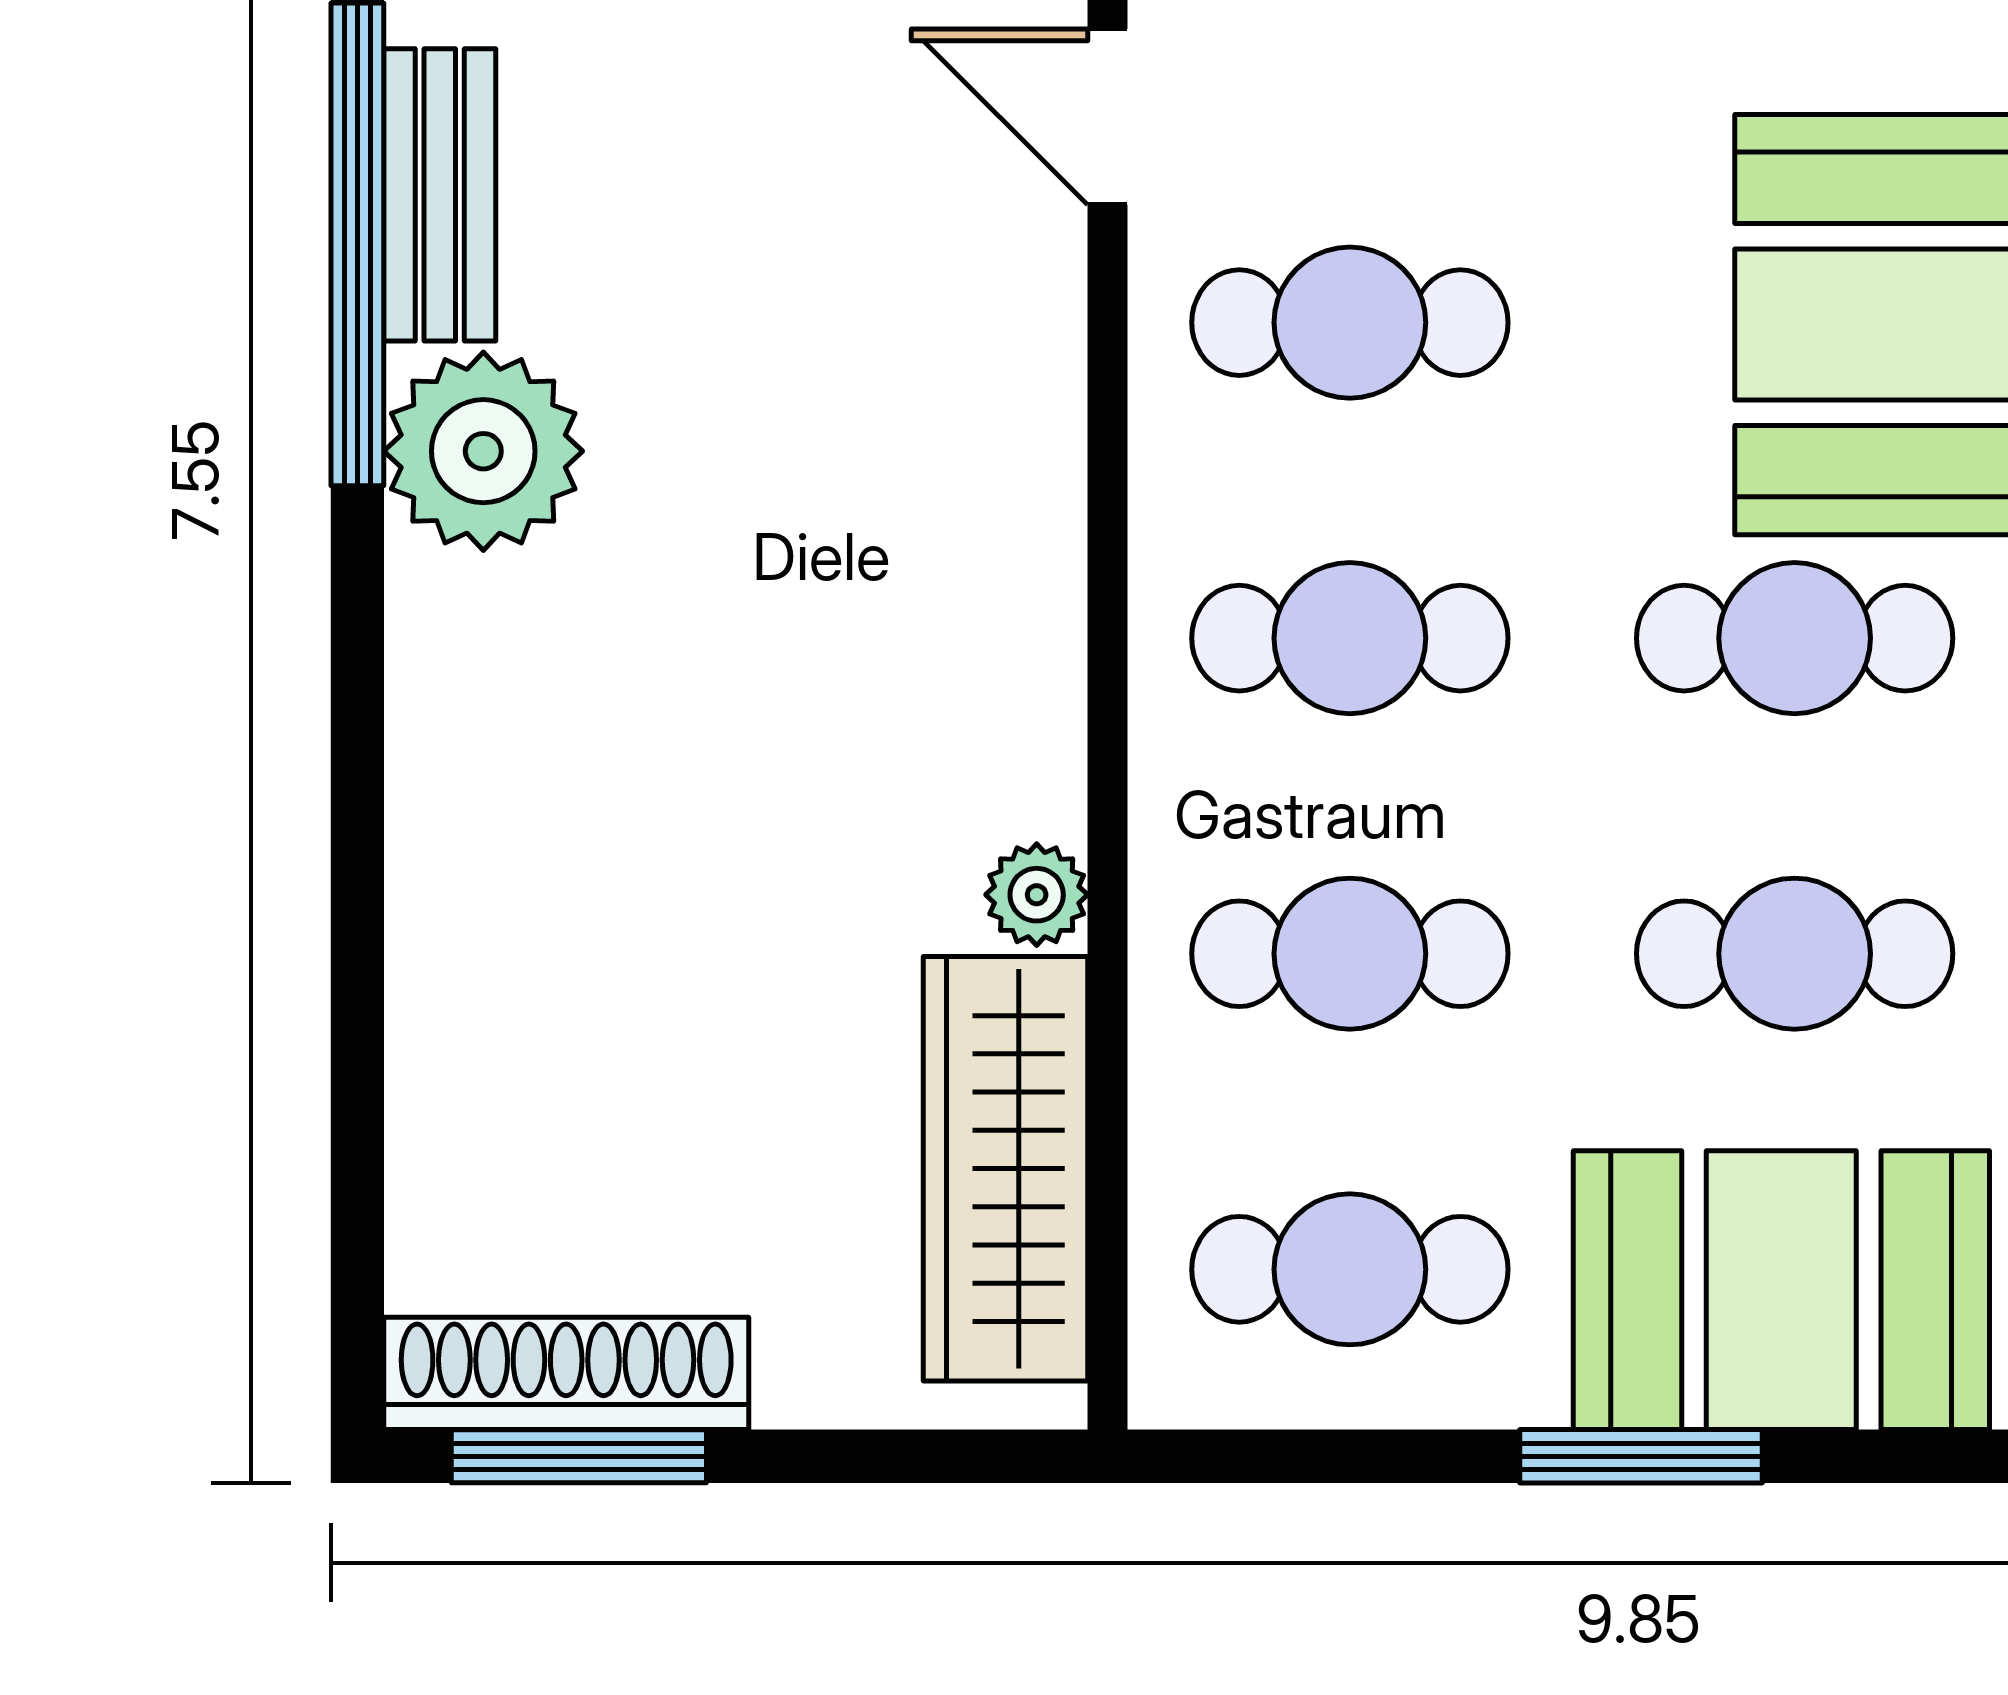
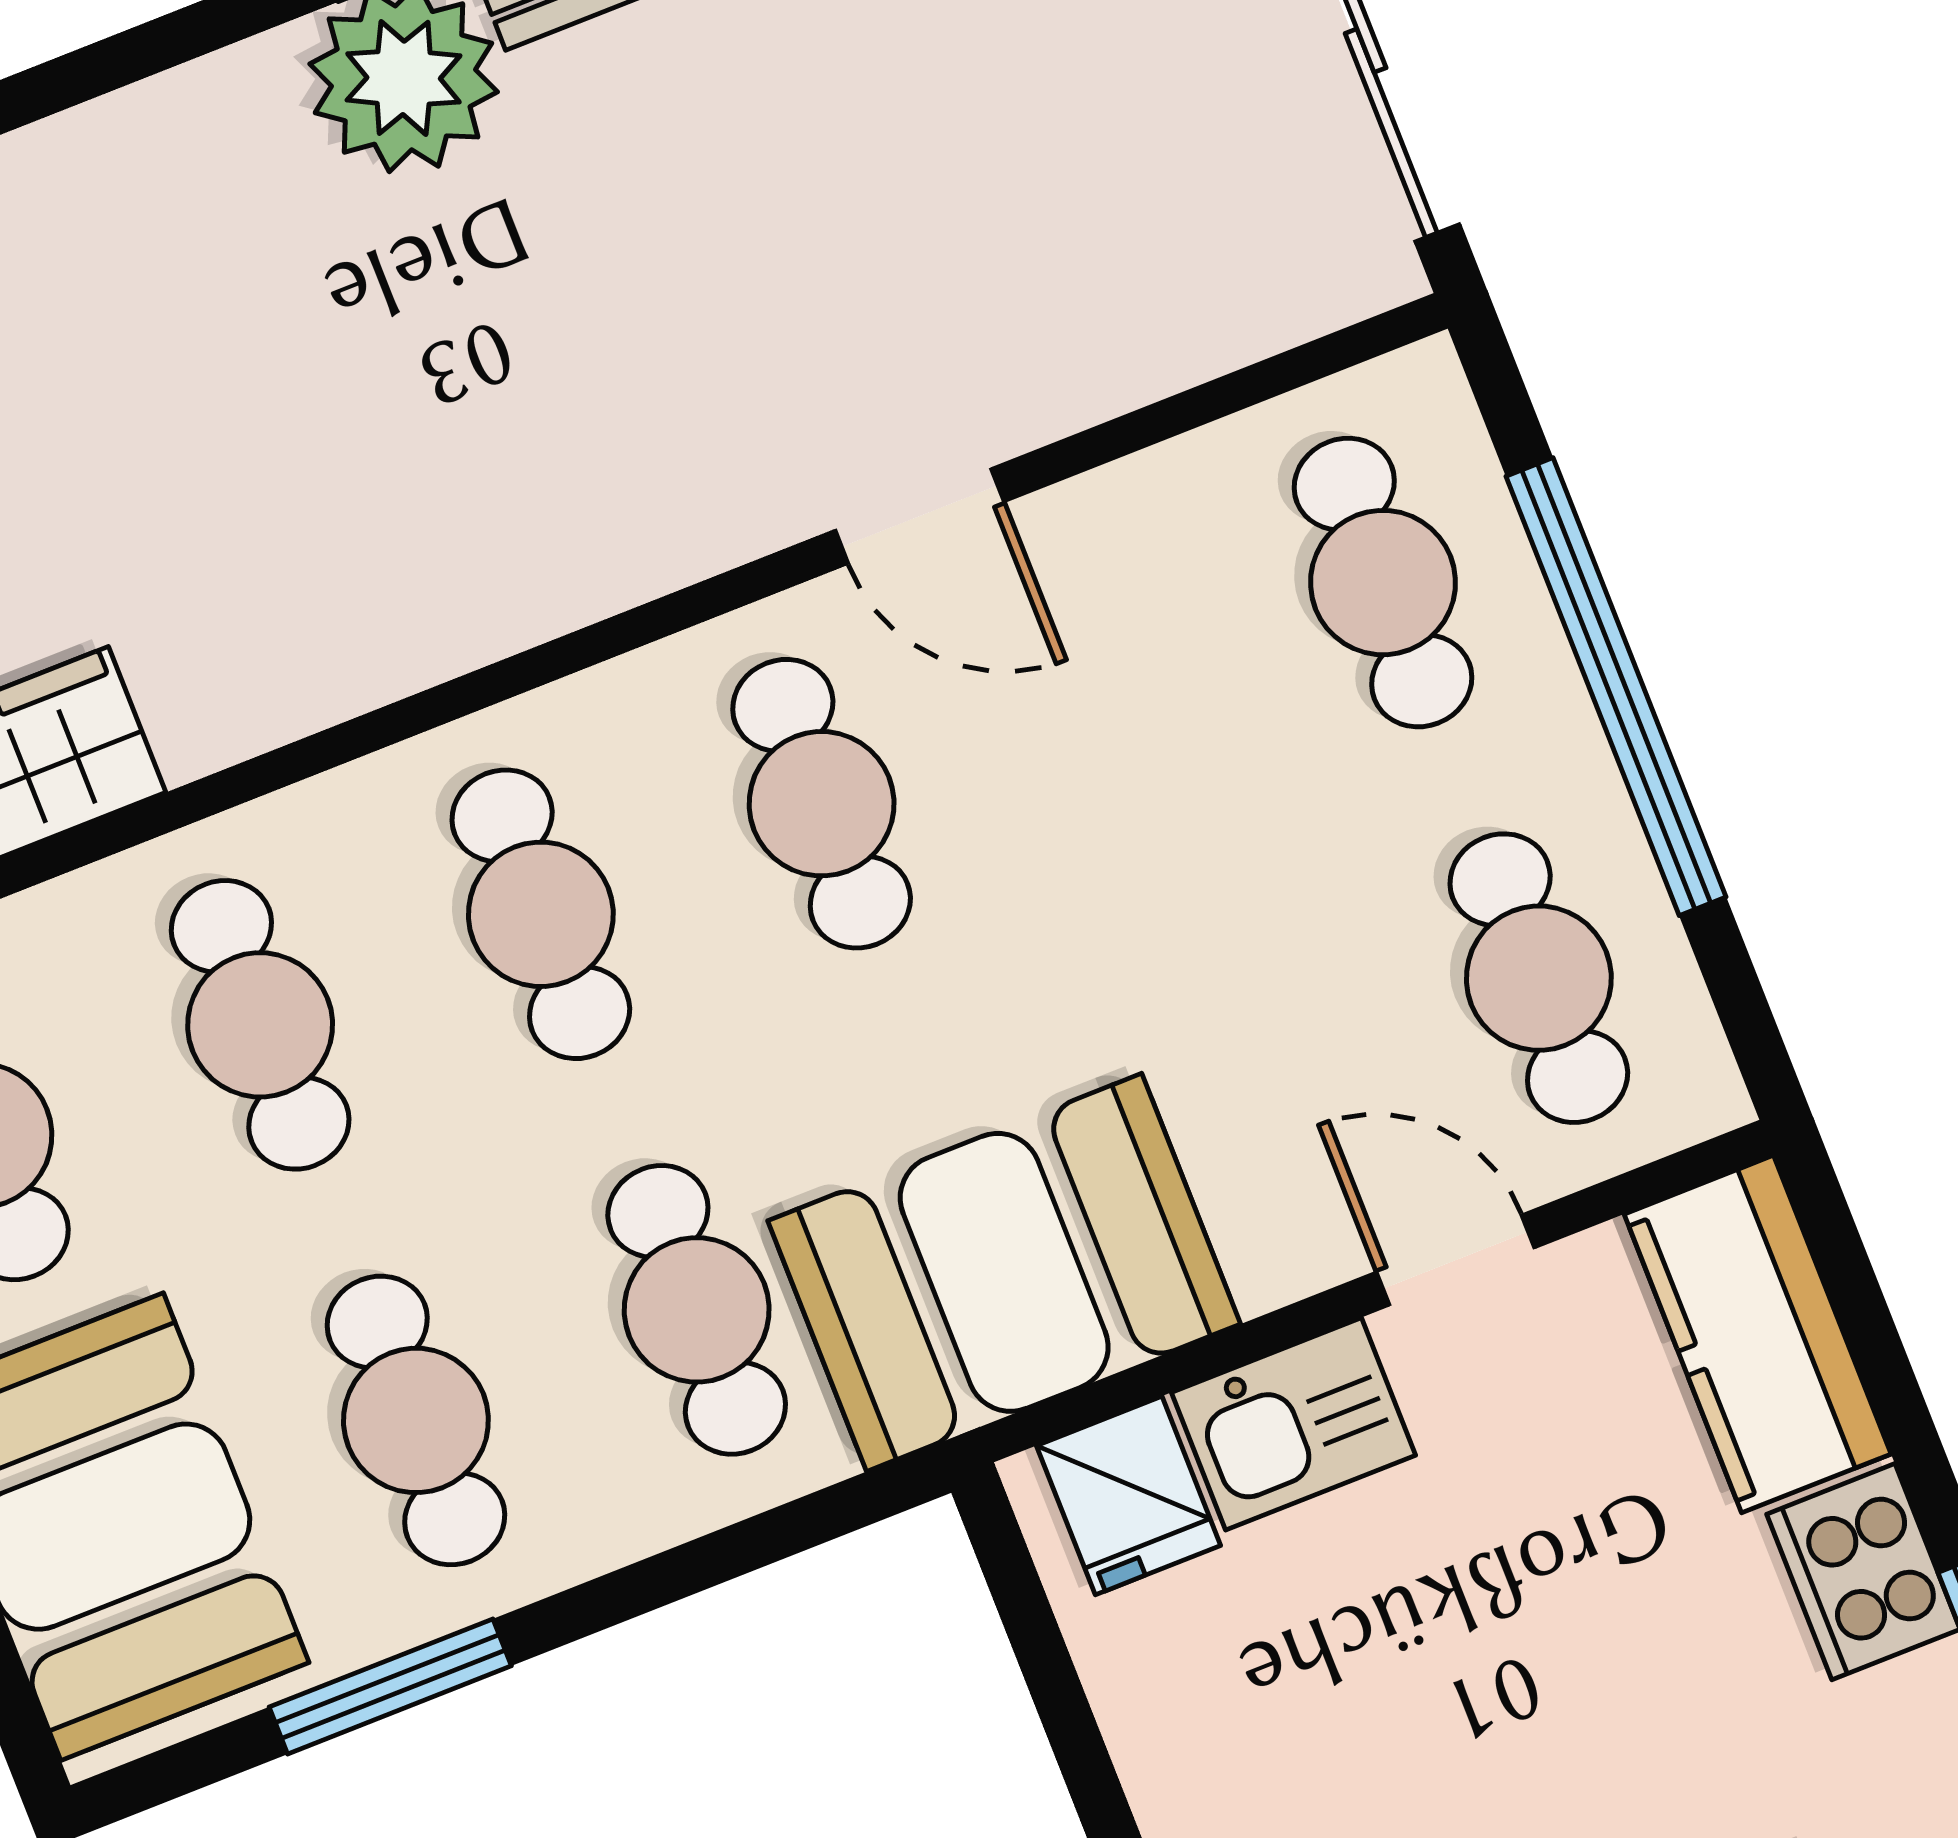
door: (1108, 117) -> (920, 516), swing flipped
plant: (1037, 895) -> (203, 726), removed

